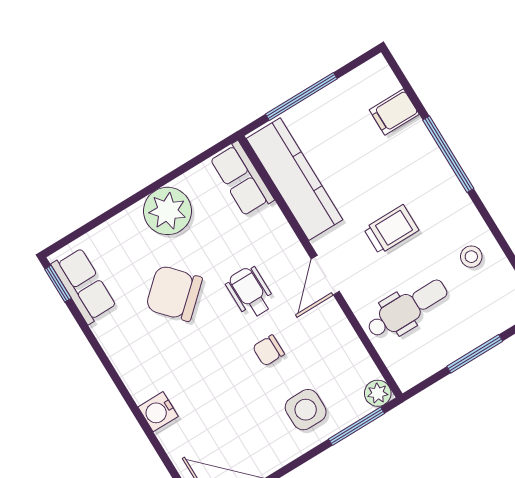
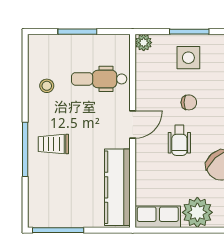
window: (301, 96) -> (58, 230), moved
filing cabinet: (394, 112) -> (40, 191), removed
row of seats: (242, 179) -> (158, 217), moved, turned -90
trolley: (391, 229) -> (53, 144), moved
window: (356, 426) -> (189, 32), moved

